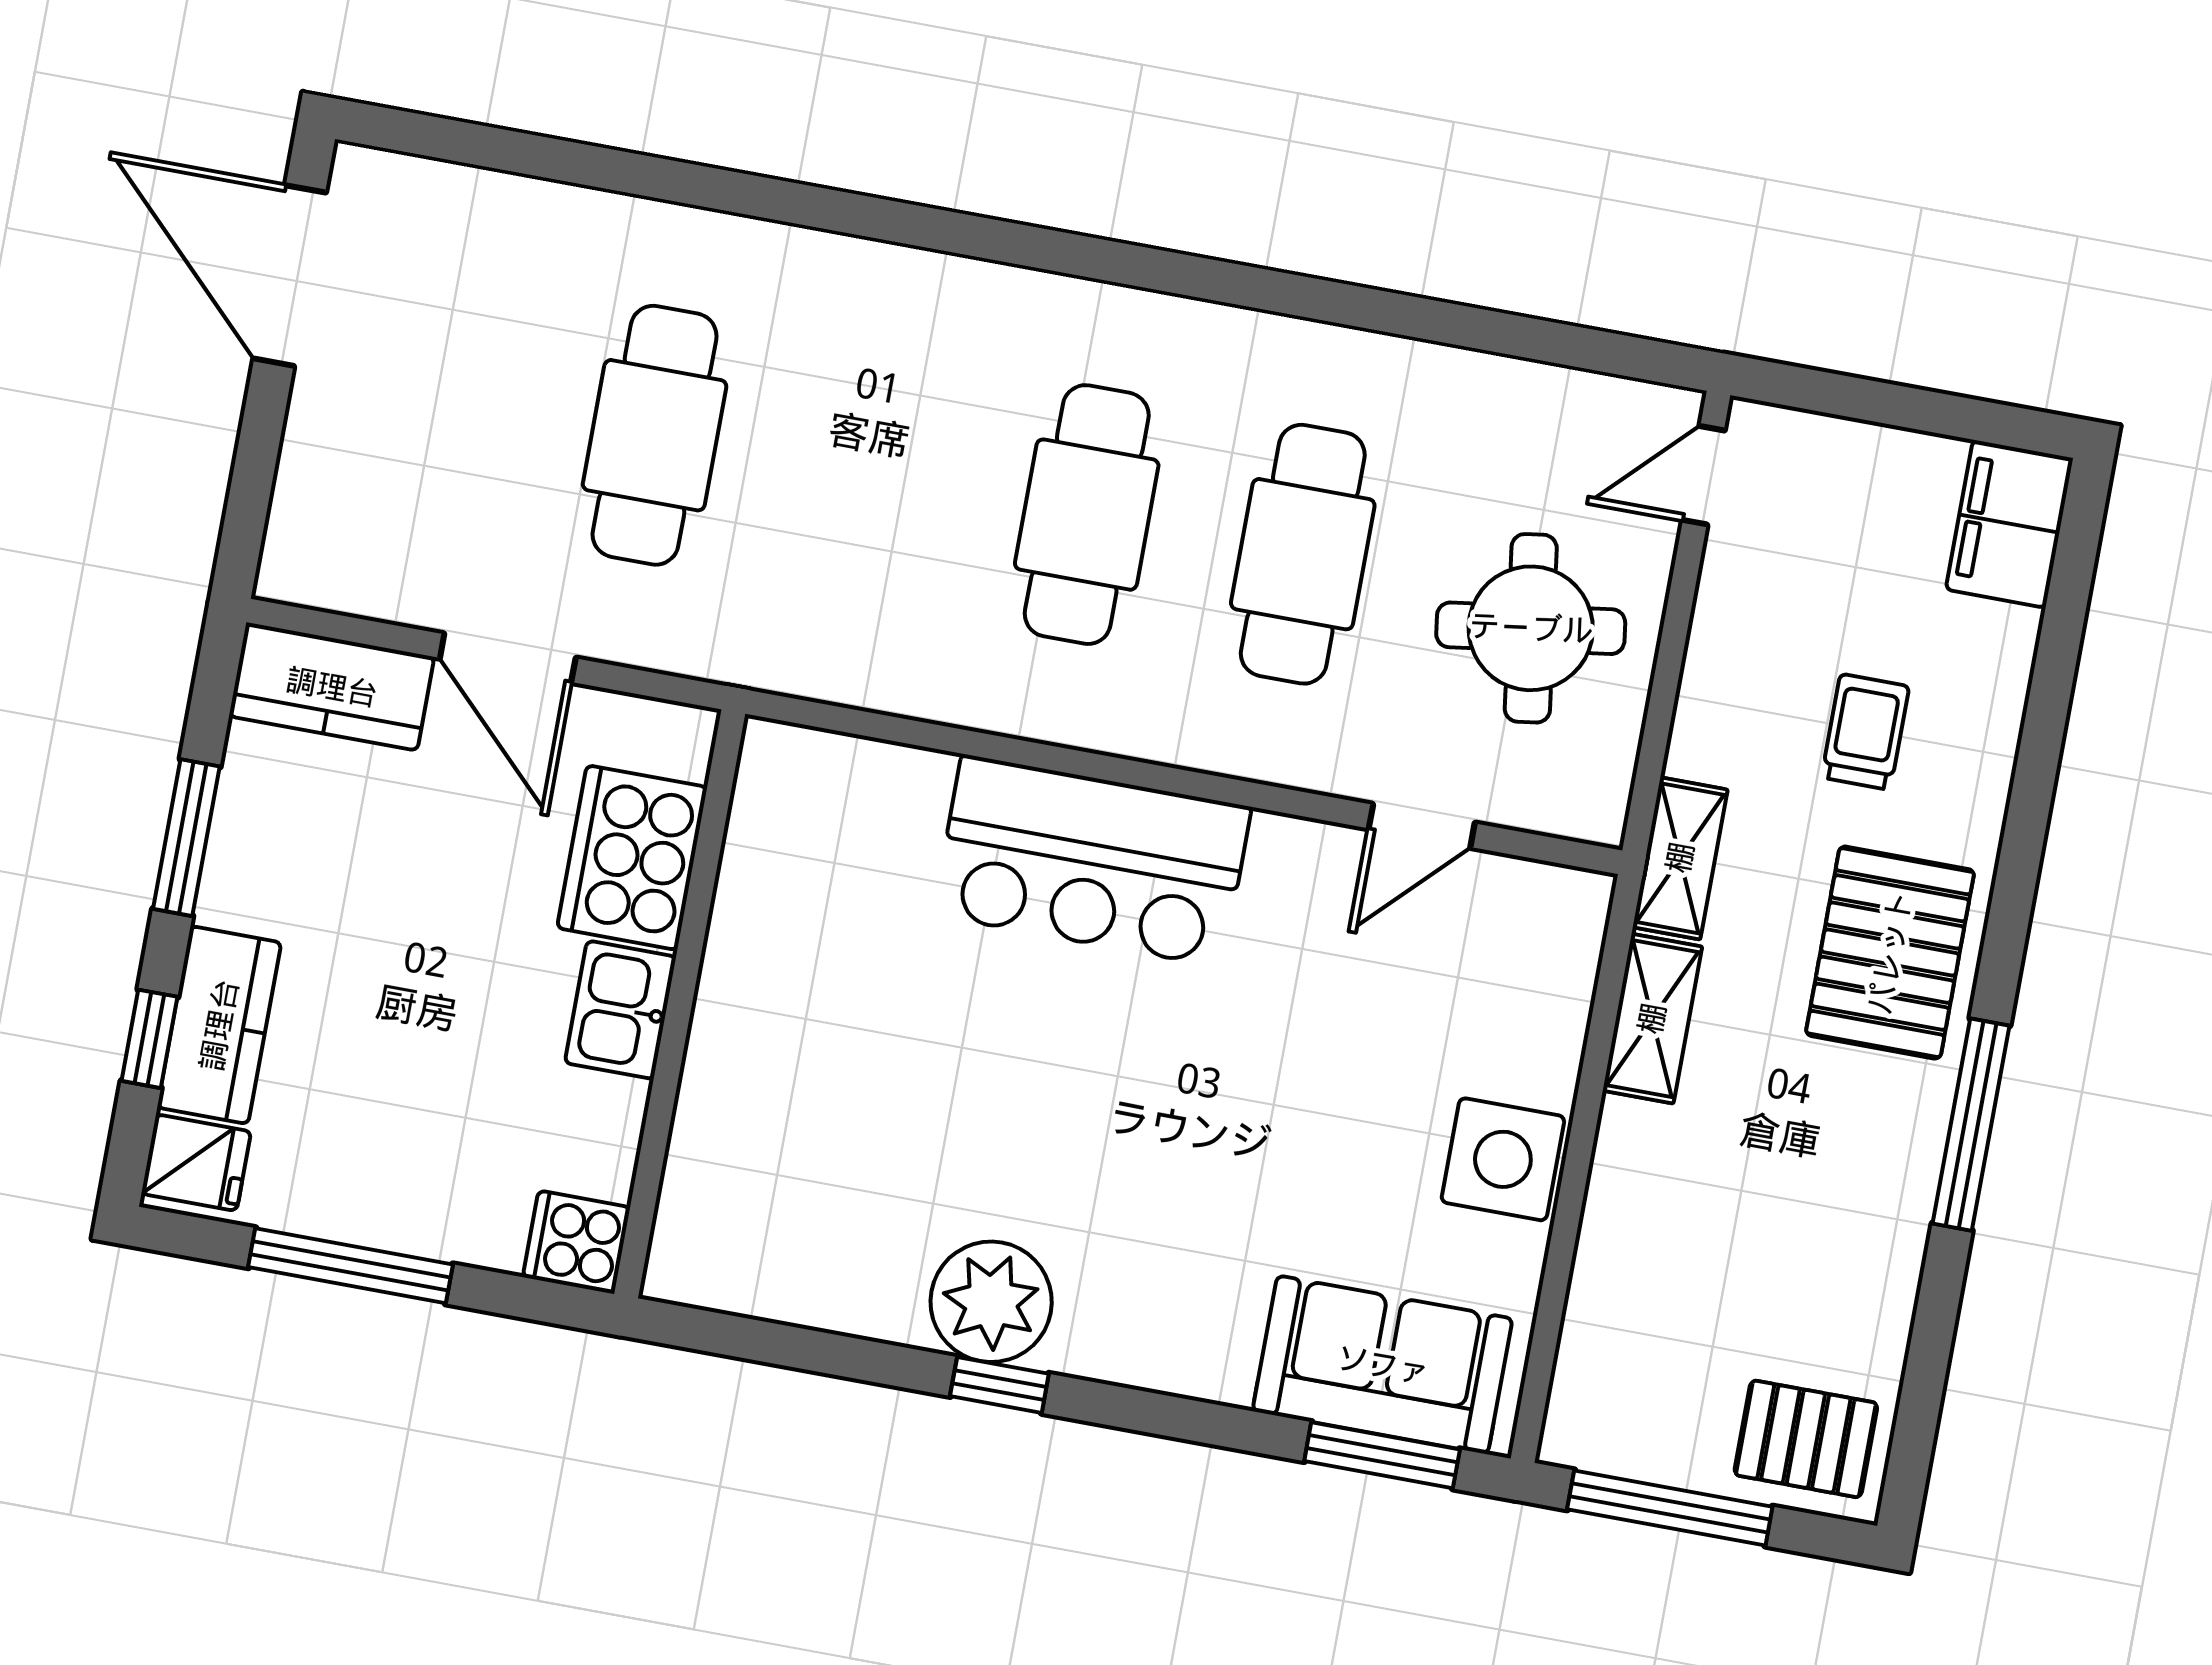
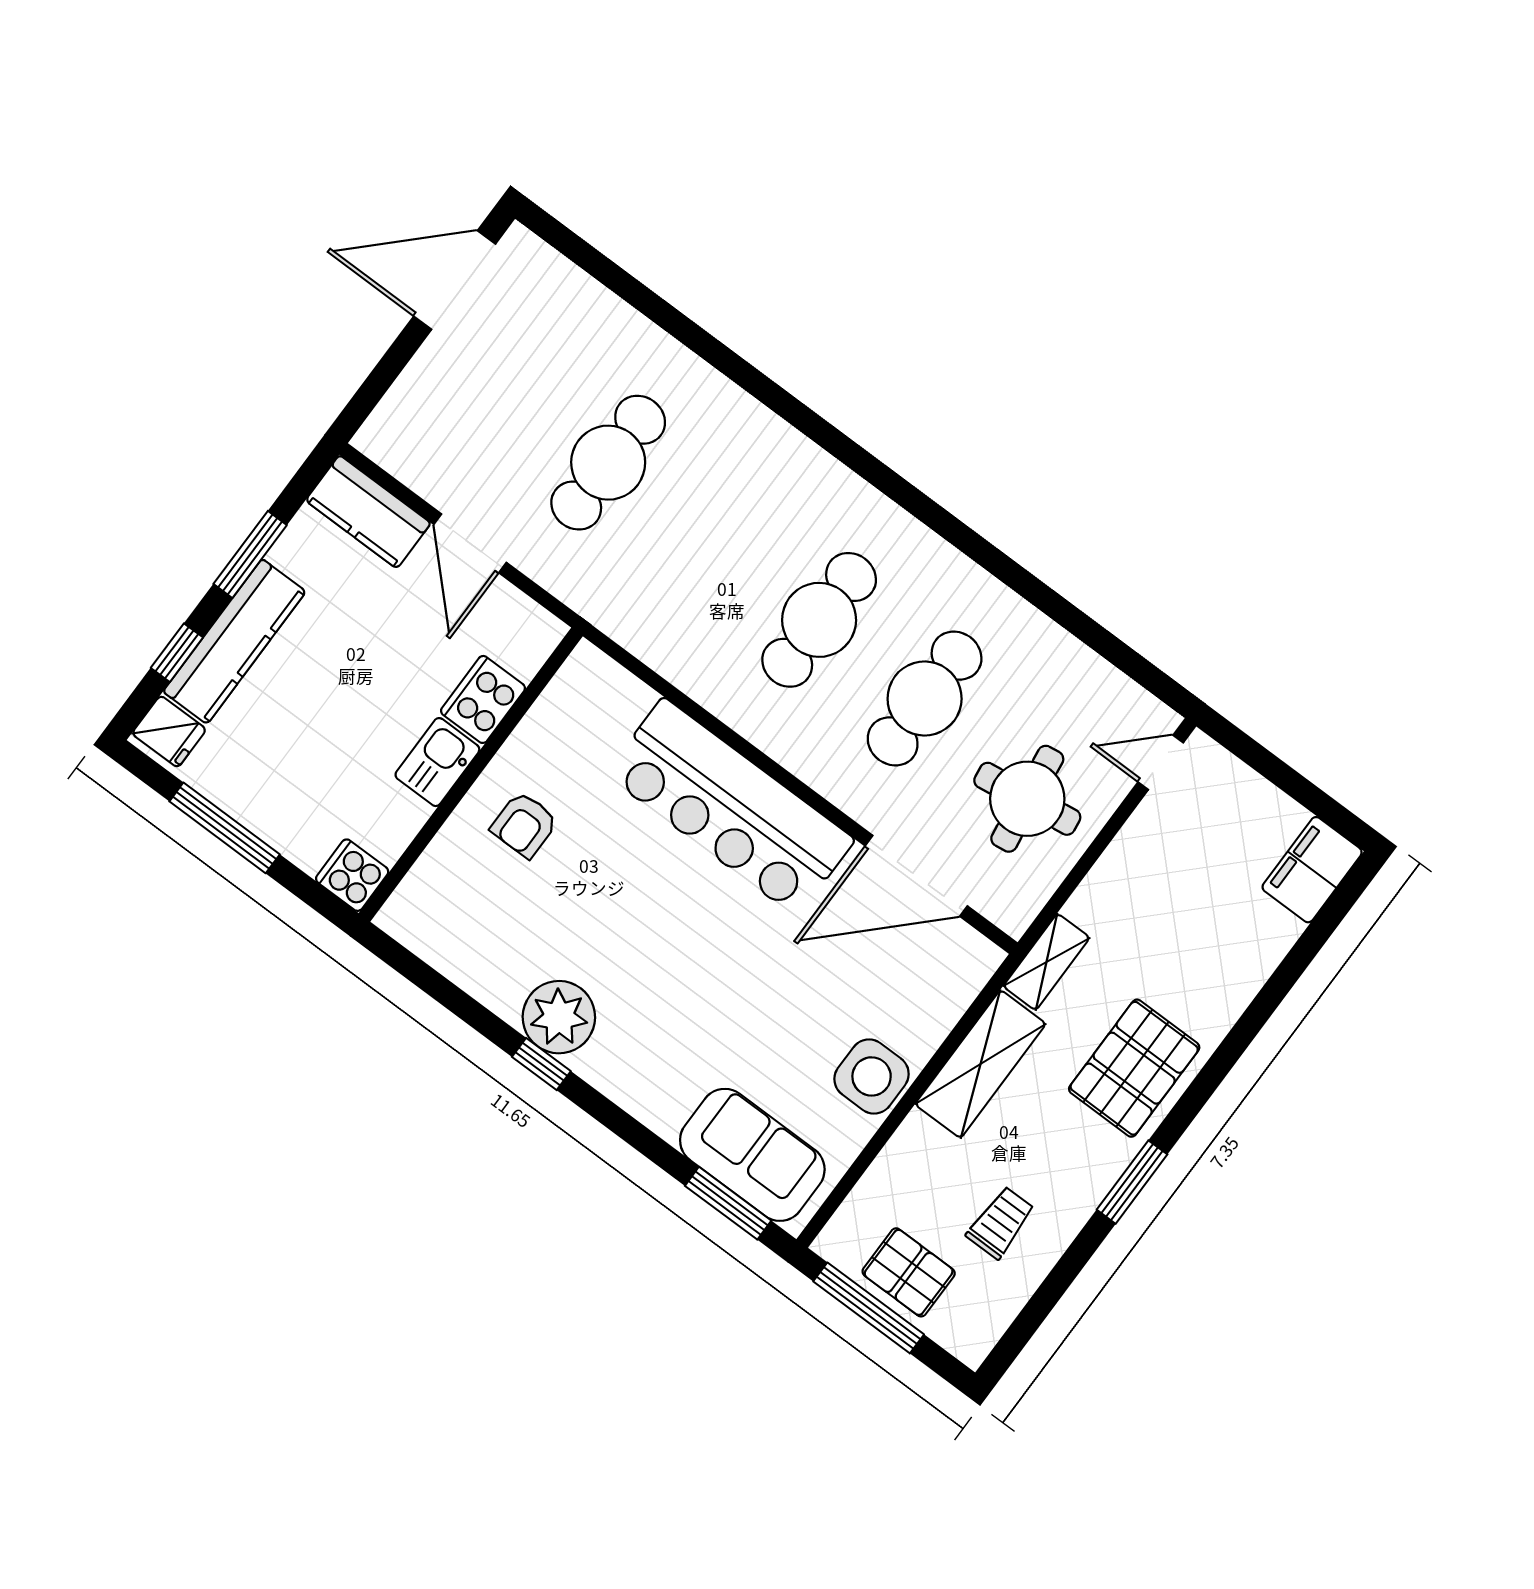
door: (290, 276) -> (455, 280), hinge flipped
trolley: (1865, 732) -> (1001, 1223), moved
door: (1422, 826) -> (916, 876), width x1.88
cooker: (632, 858) -> (483, 699), width x0.73, depth x0.76
bar counter: (1092, 861) -> (730, 807), width x1.36
shelving: (1652, 1019) -> (981, 1064), width x1.50, depth x1.33
kitchen counter: (219, 1025) -> (234, 642), width x1.50
armchair: (797, 1039) -> (524, 825), added
window: (1971, 1125) -> (1132, 1182), width x0.69
pallet: (1806, 1439) -> (909, 1272), moved

